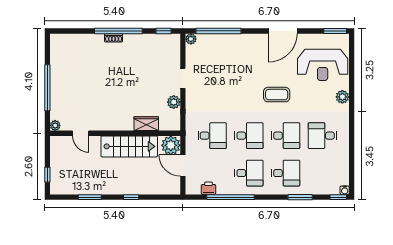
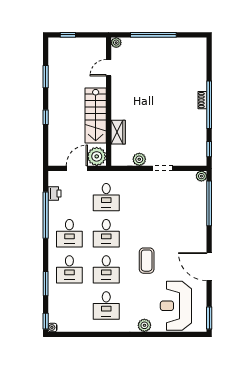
desk: (322, 136) -> (106, 306), turned 180

